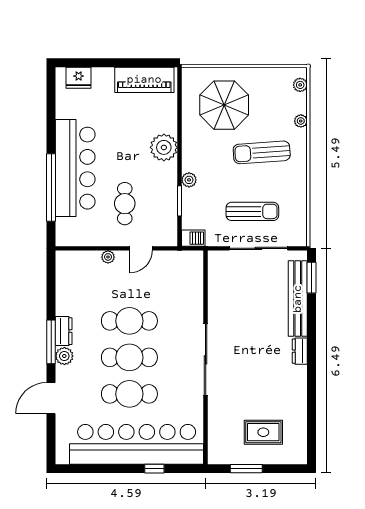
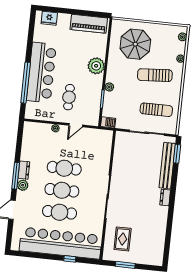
sun lounger: (252, 211) -> (156, 110), moved
rug: (263, 432) -> (123, 239), moved, turned 90

